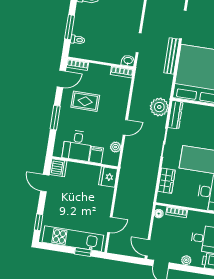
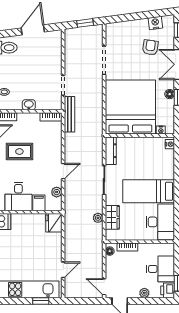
bench: (172, 56) -> (69, 114), moved
washbasin: (128, 61) -> (29, 105), moved
plant: (159, 107) -> (98, 218), moved, width x0.53, depth x0.53

